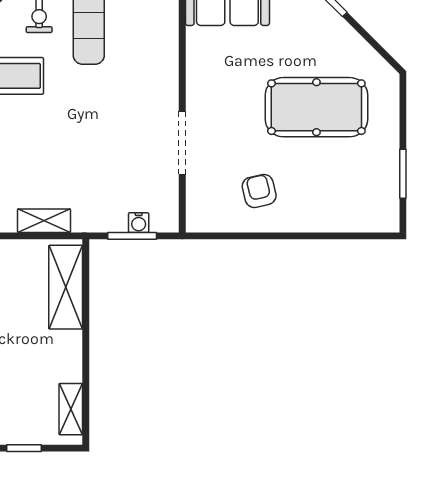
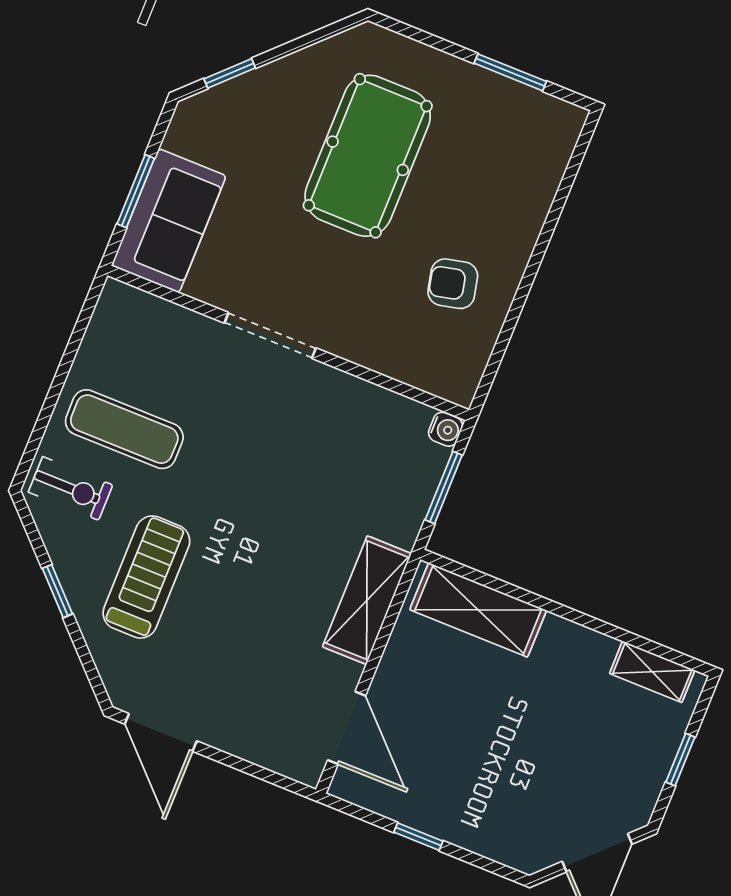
doorway: (182, 143) -> (270, 335), moved
shelving: (44, 221) -> (367, 600), width x1.50, depth x1.33
water cooler: (139, 223) -> (446, 429), moved

